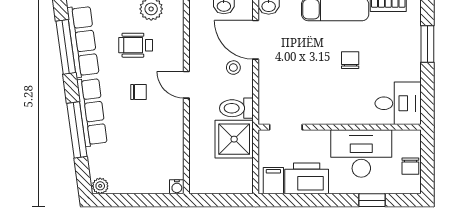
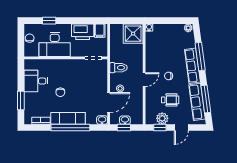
door: (256, 40) -> (109, 103), hinge flipped
door: (186, 85) -> (144, 80), hinge flipped
desk: (398, 103) -> (36, 81), moved
shower: (234, 139) -> (133, 34), moved

